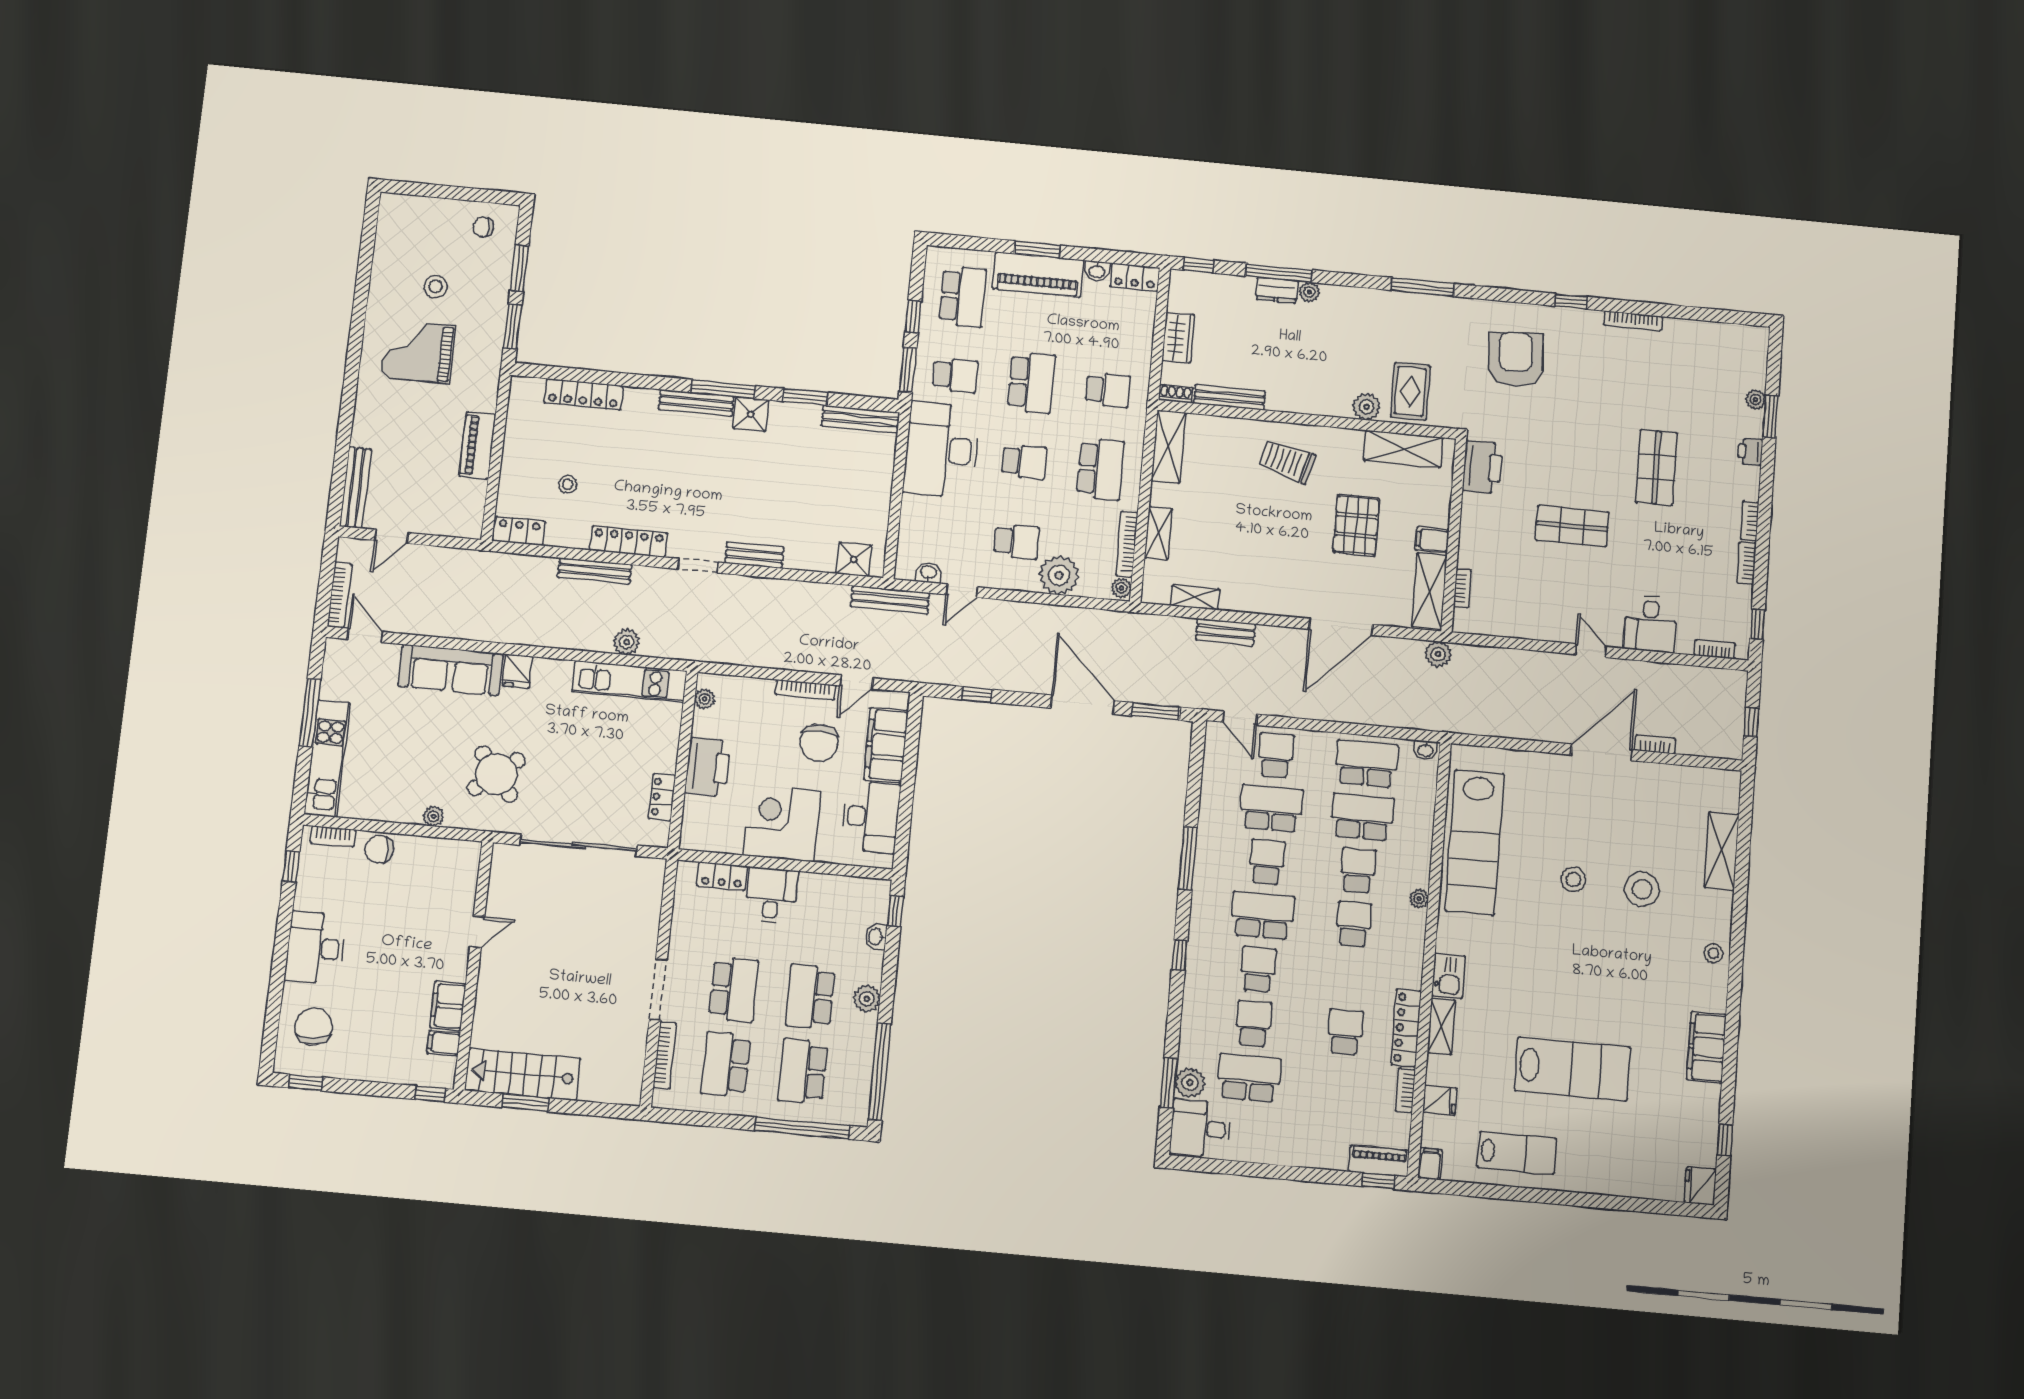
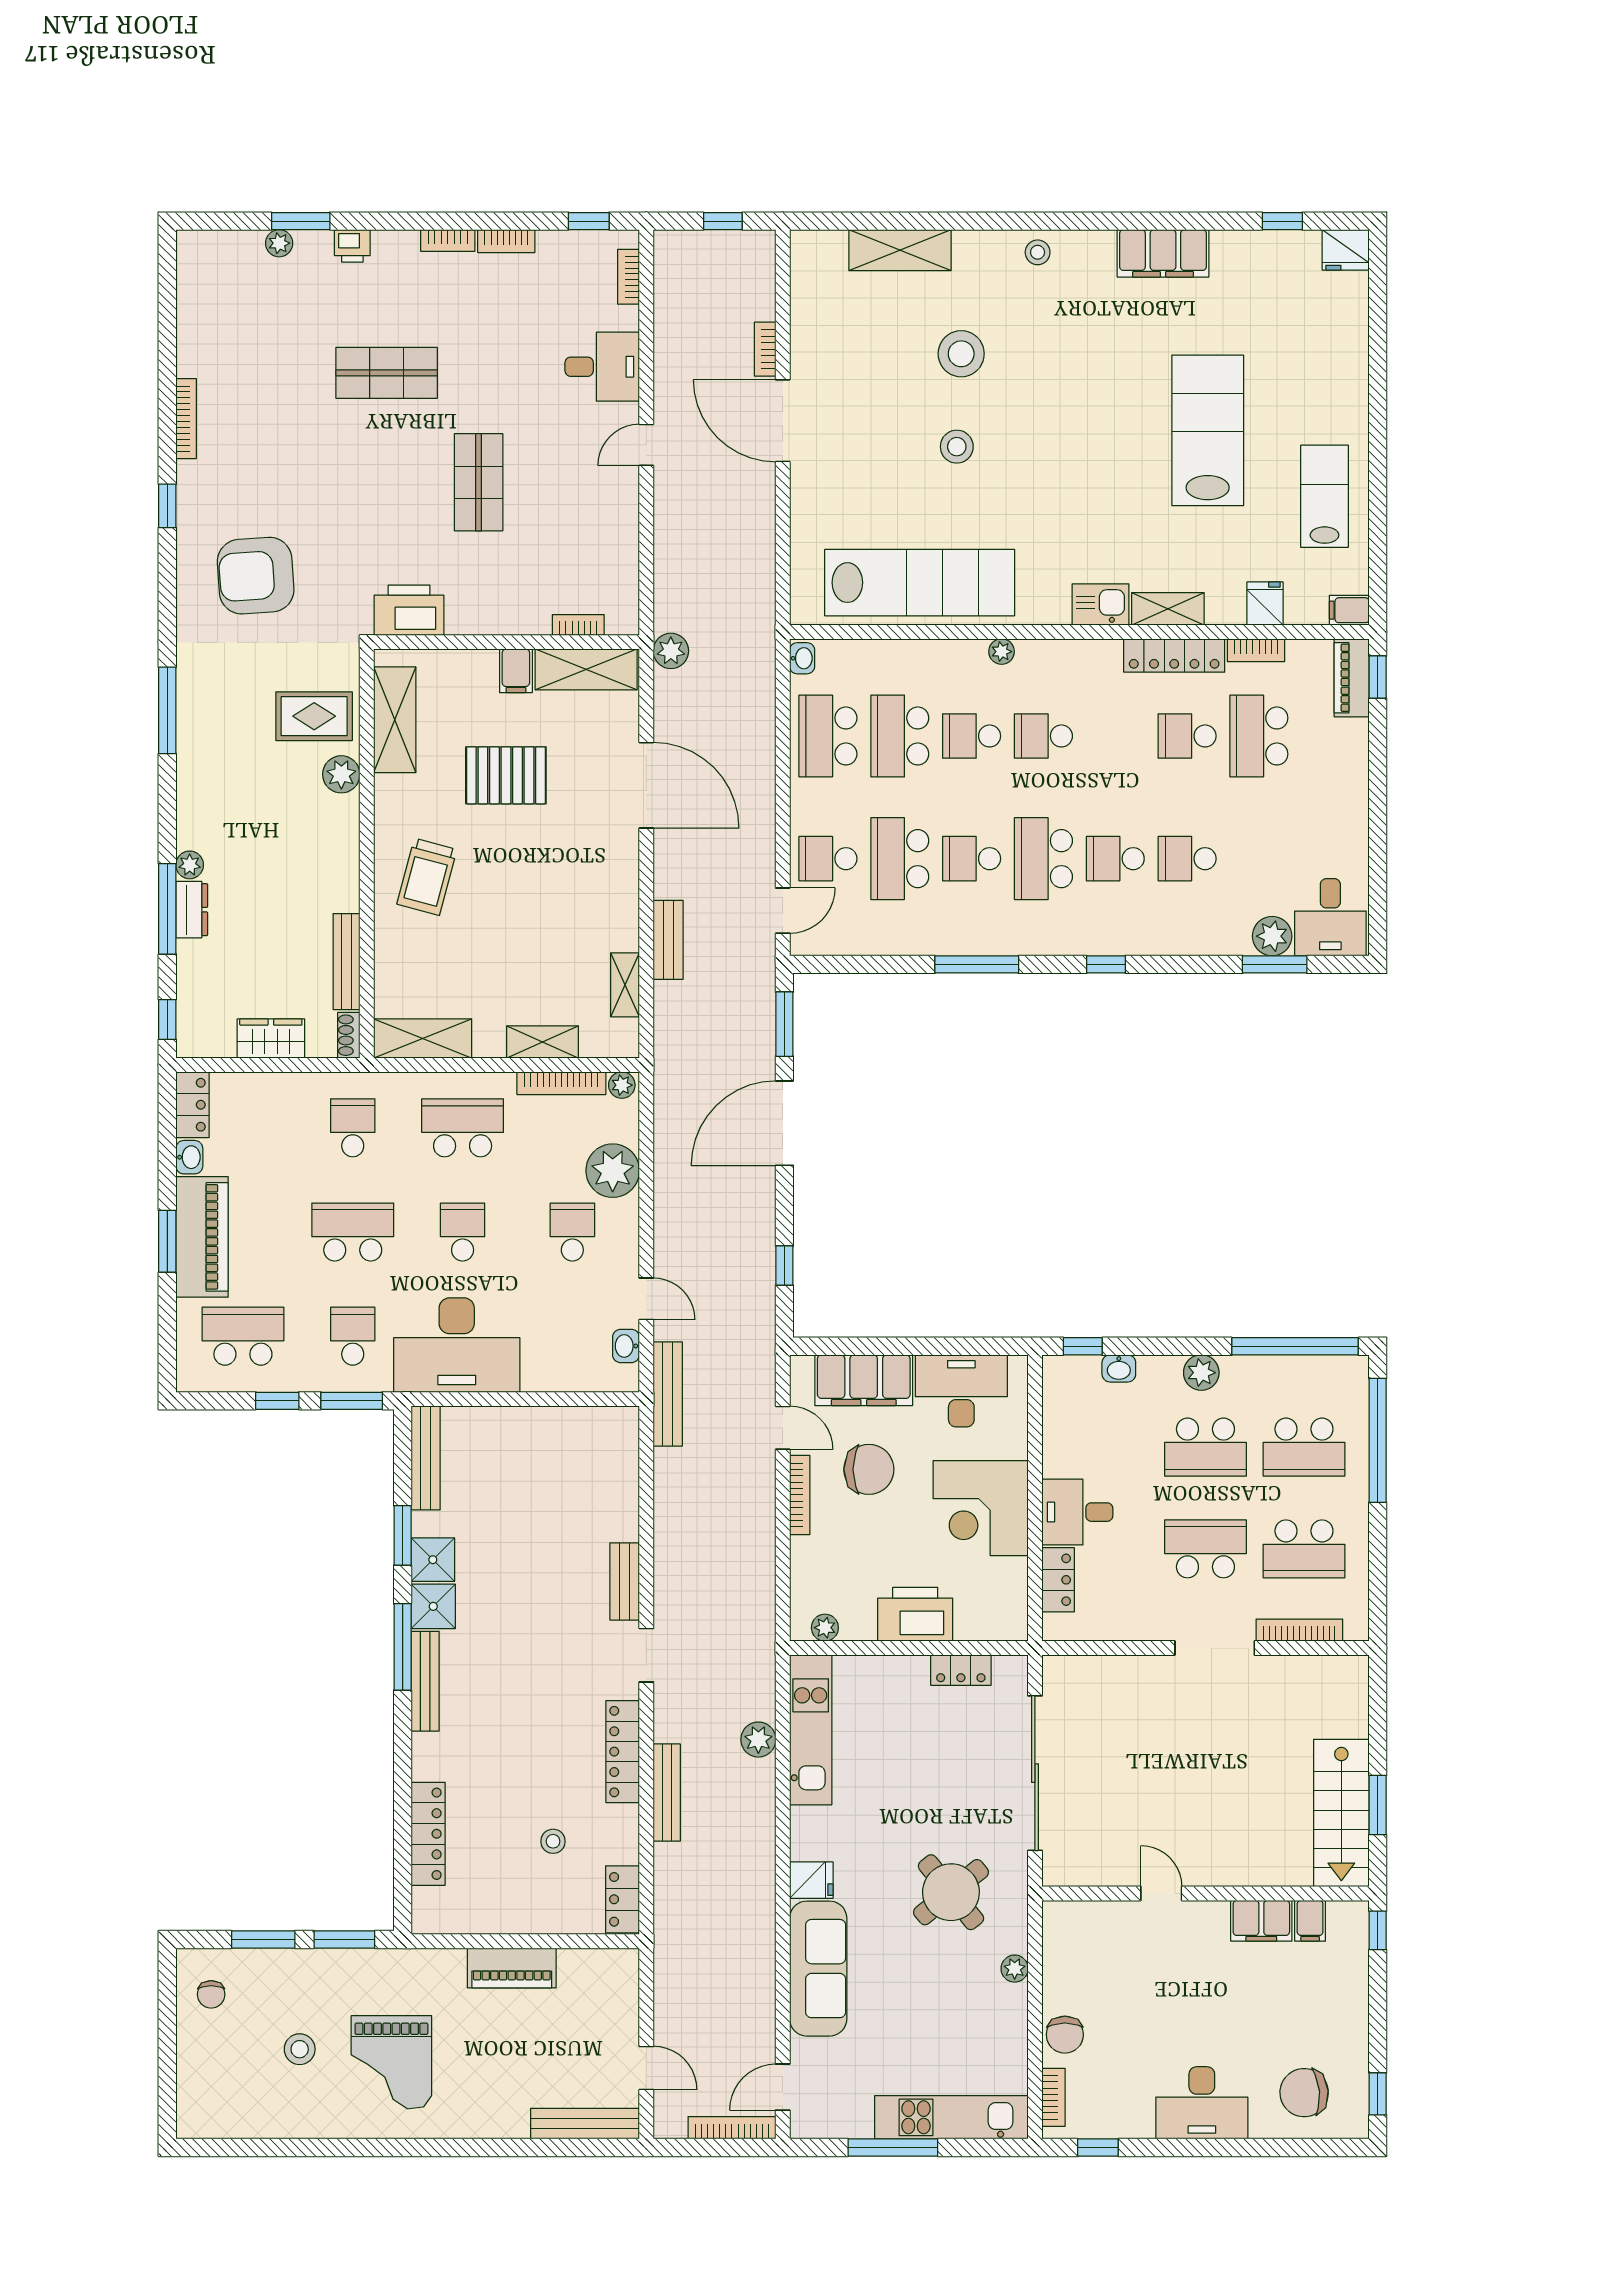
shower: (854, 559) -> (433, 1560), moved
school desk: (1249, 1078) -> (1259, 736), moved

